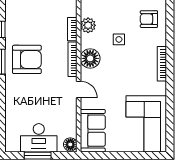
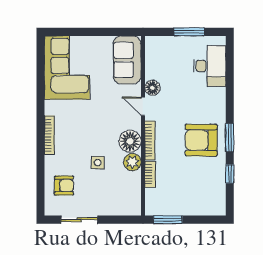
plant: (88, 25) -> (132, 162), moved
desk: (39, 138) -> (210, 66), moved, turned 90
floor lamp: (70, 144) -> (152, 88), moved

